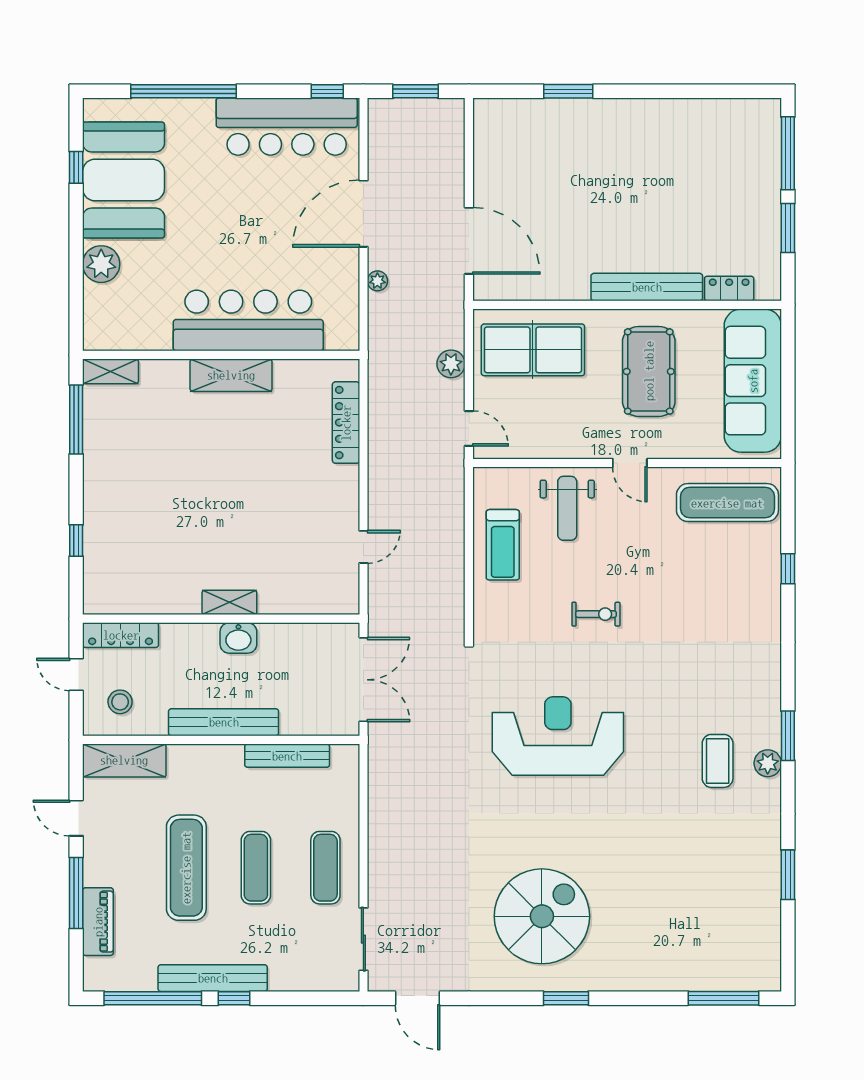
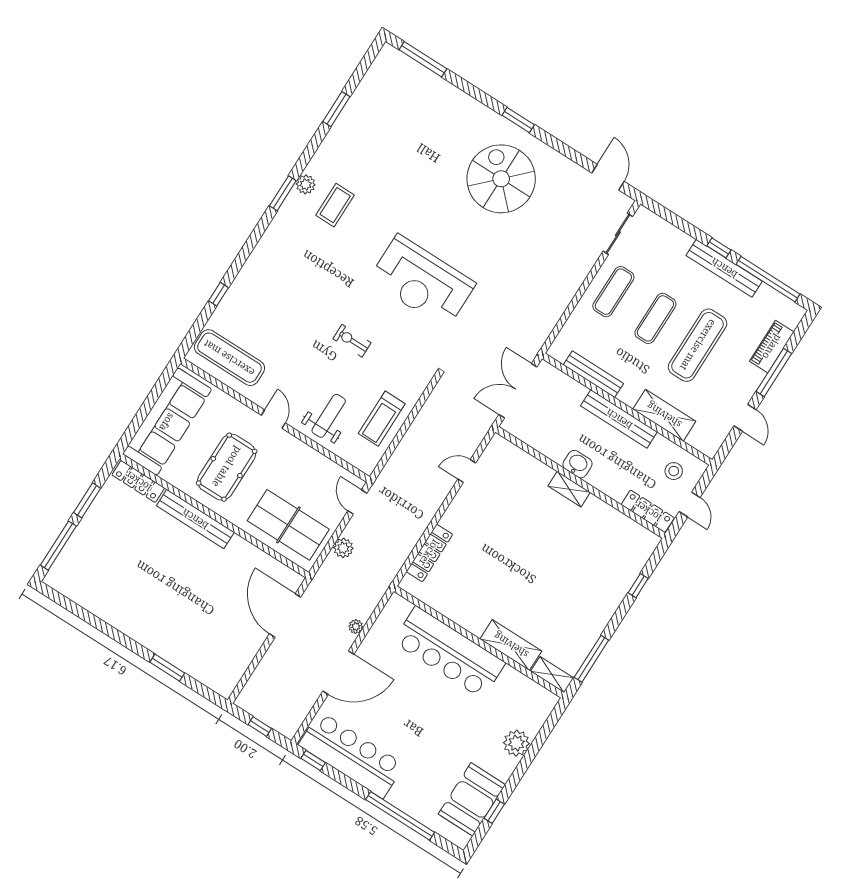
window: (415, 91) -> (260, 727), width x0.67
booth: (124, 180) -> (472, 799), width x0.73, depth x0.70
locker: (729, 288) -> (138, 481), width x1.53
shelving: (231, 375) -> (511, 645), moved
treadmill: (503, 545) -> (382, 419), turned 180
shelving: (124, 760) -> (664, 415), moved
spiral stairs: (542, 916) -> (501, 179), turned 90

